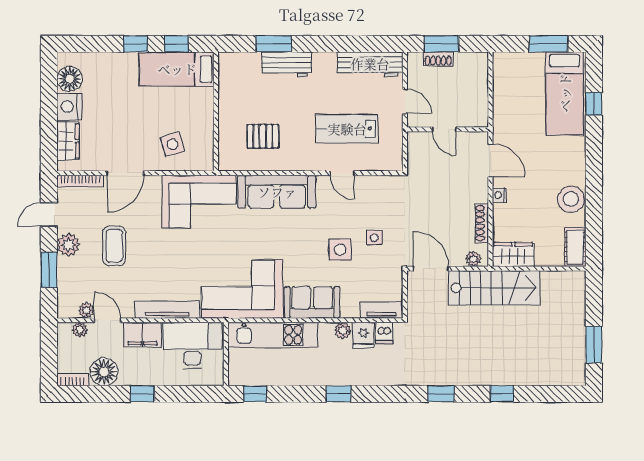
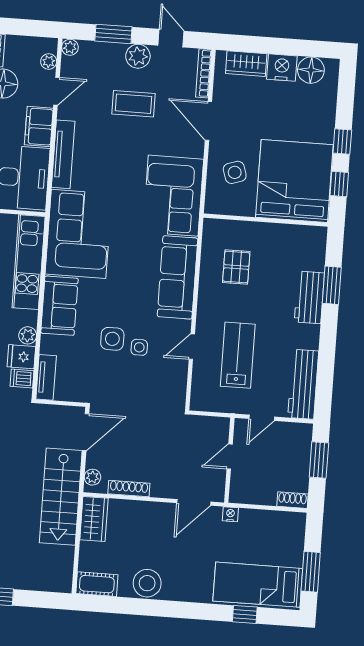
shoe rack: (438, 59) -> (292, 500), moved, turned 90
bed: (177, 69) -> (294, 181), width x2.04
nightstand: (499, 195) -> (230, 514), moved
side table: (374, 238) -> (139, 347), moved
plant: (86, 310) -> (70, 47), moved

